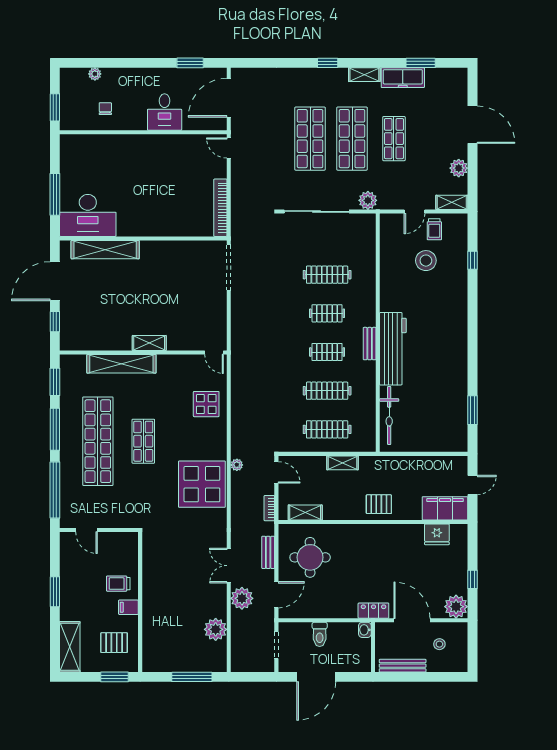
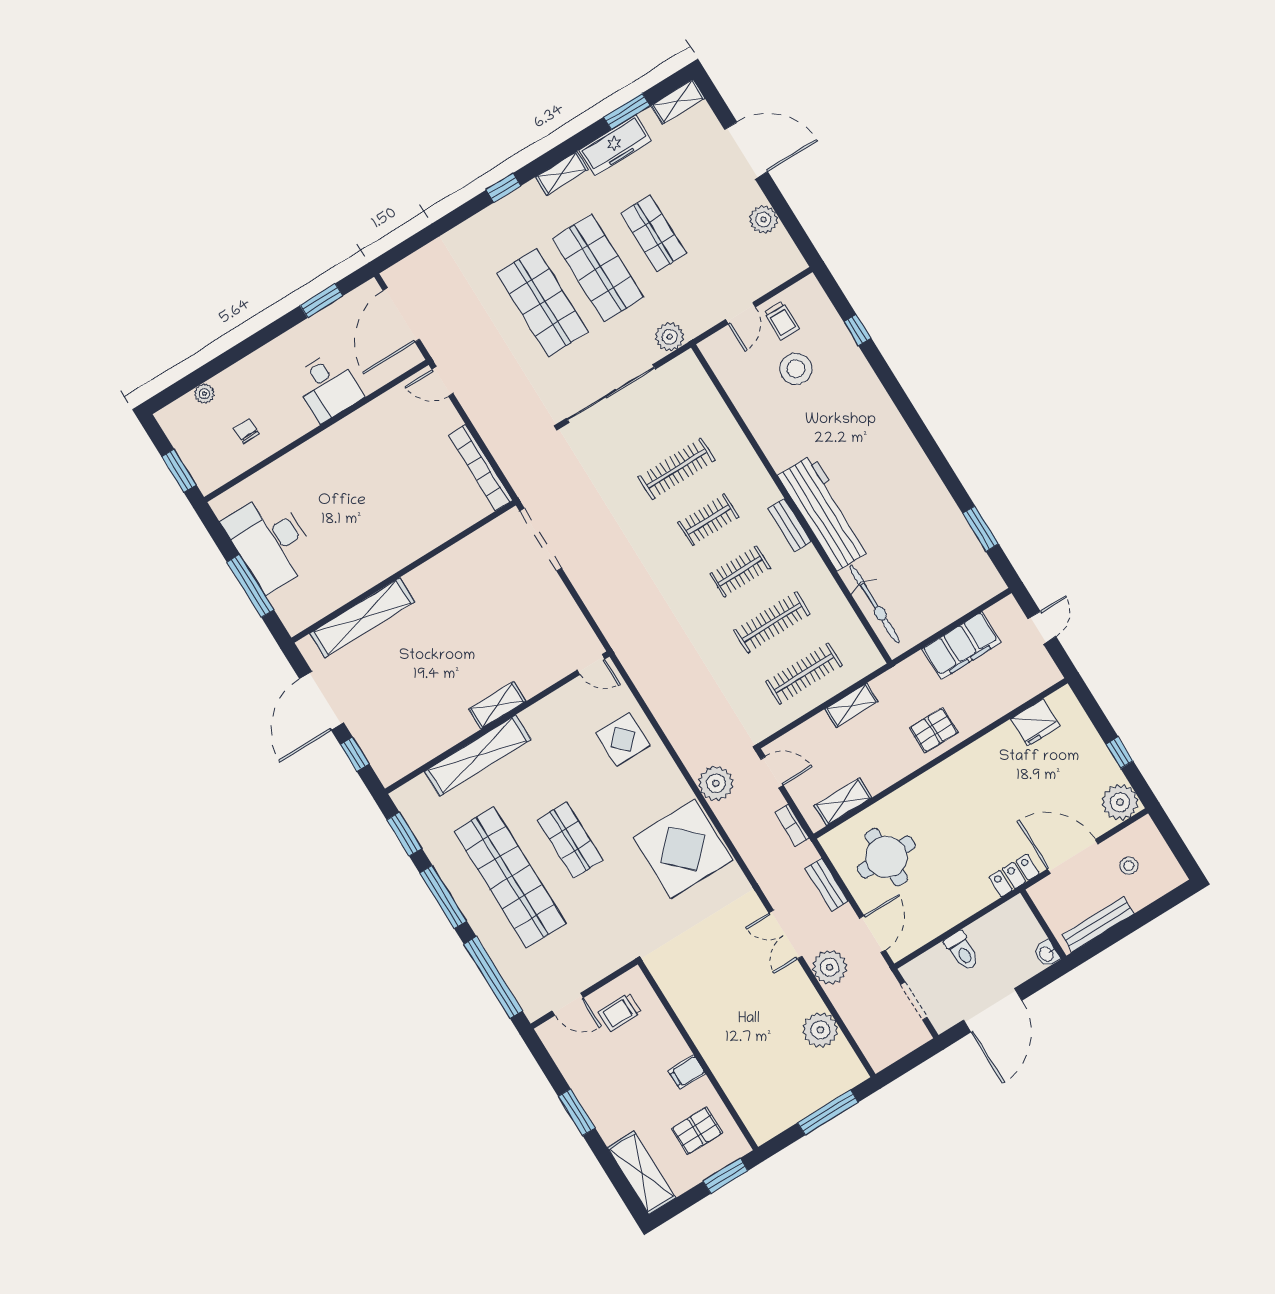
shelving: (452, 202) -> (678, 102), moved
desk: (88, 215) -> (270, 542), moved, turned 90
plant: (237, 465) -> (716, 783), width x1.88, depth x1.88
filing cabinet: (445, 508) -> (961, 646), moved, turned 180
trolley: (118, 584) -> (620, 1012), moved
washbasin: (365, 630) -> (1047, 954), moved

